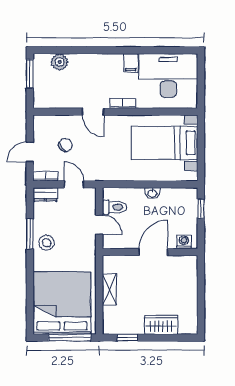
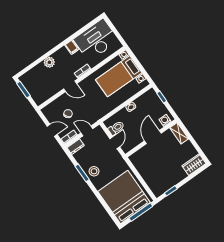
plant: (60, 62) -> (49, 62), moved
door: (30, 152) -> (52, 130), swing flipped
door: (99, 225) -> (115, 143), hinge flipped
shelving: (110, 289) -> (179, 133), moved
wardrobe: (161, 325) -> (194, 165), moved

